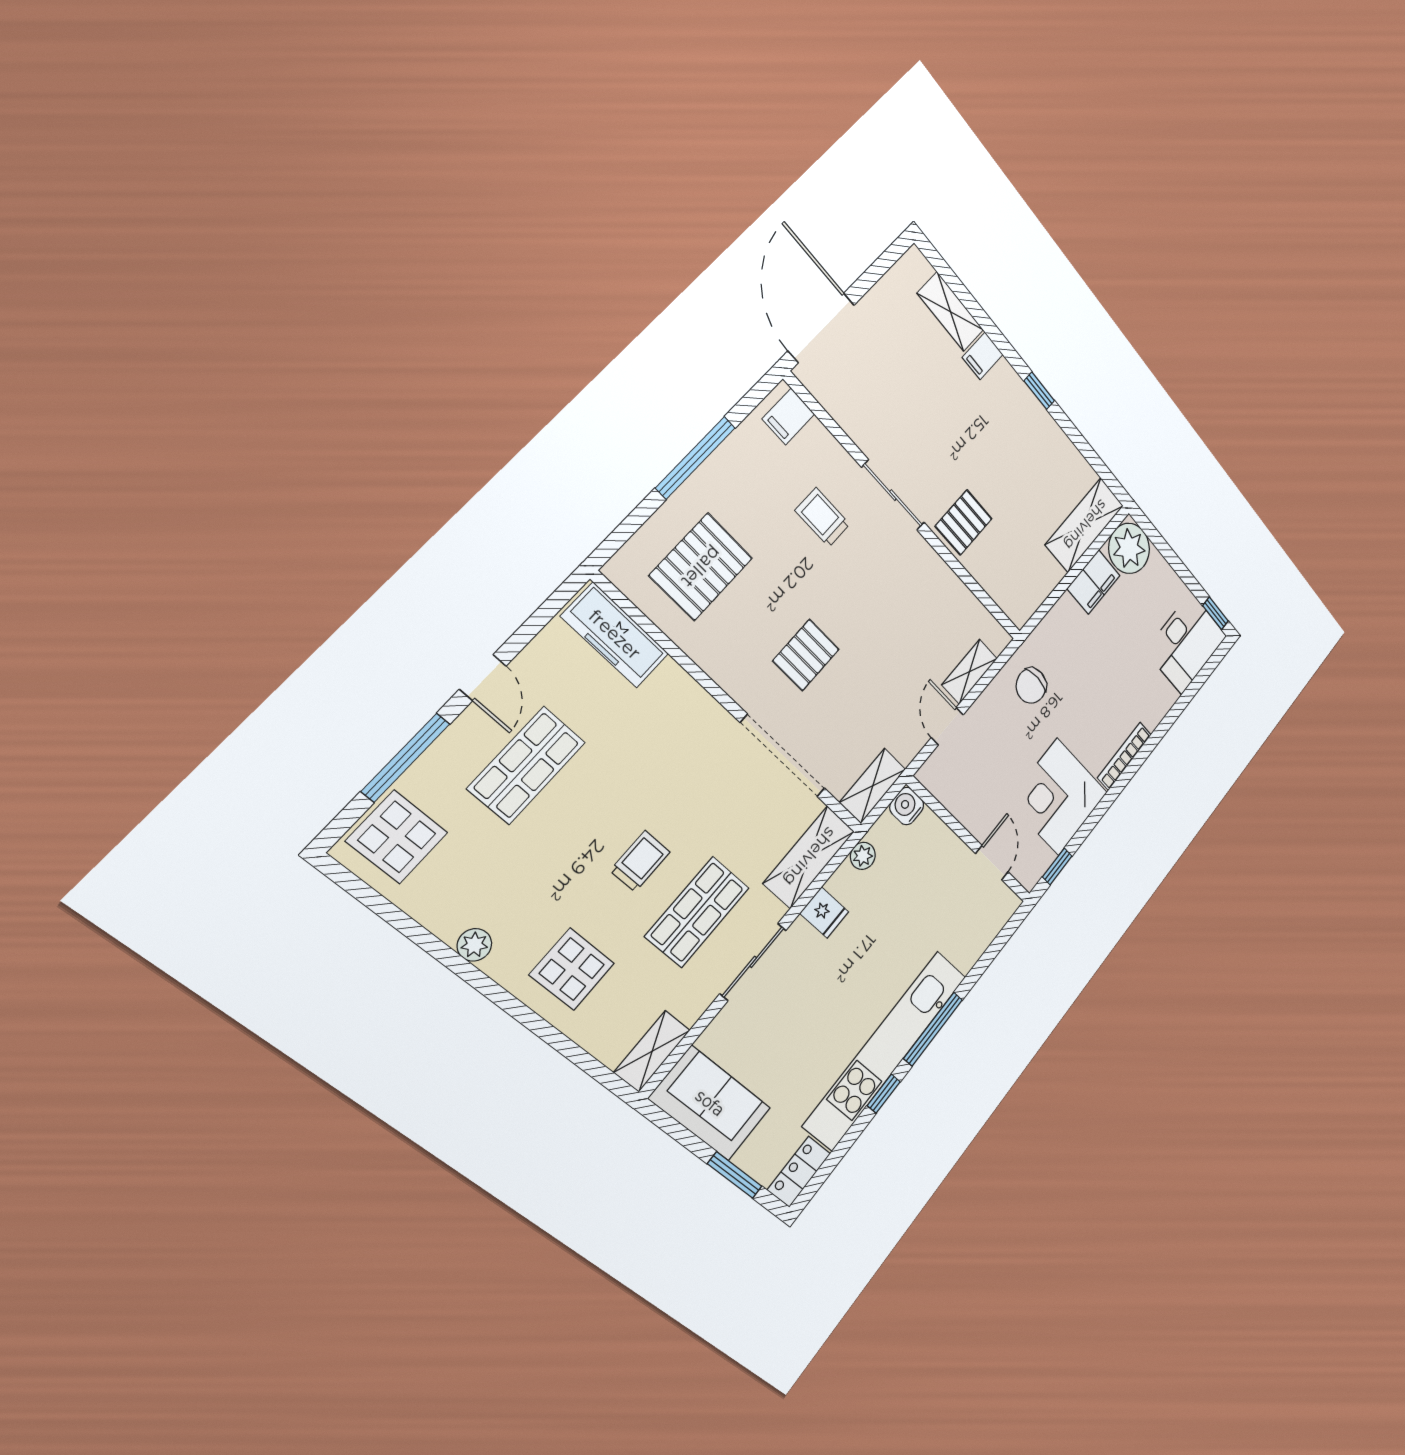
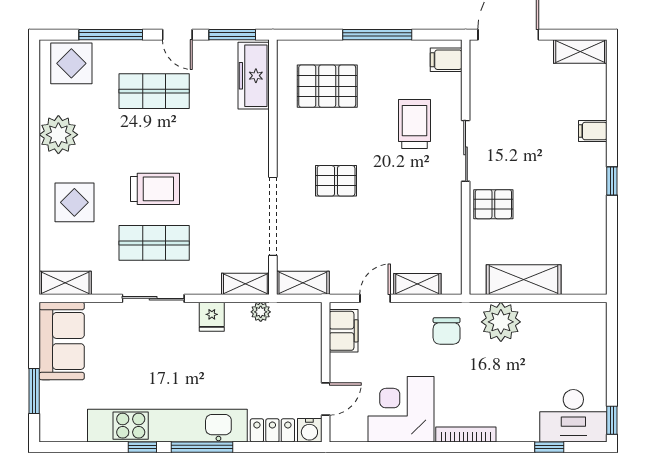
shelving: (951, 312) -> (580, 51), moved, turned 90
trolley: (822, 517) -> (415, 124), width x1.36, depth x1.39
shelving: (1085, 525) -> (524, 280), moved
plant: (1129, 548) -> (501, 322), moved
filing cabinet: (1094, 582) -> (344, 331), moved, turned -90
window: (544, 614) -> (232, 35), added
door: (483, 678) -> (177, 35), hinge flipped
chair: (1031, 686) -> (447, 331), turned -90
water cooler: (907, 806) -> (309, 430), moved, turned 180
shelving: (809, 857) -> (245, 284), width x0.67, depth x0.75
trolley: (640, 861) -> (155, 189), width x1.36, depth x1.39
window: (1057, 867) -> (549, 447), moved
plant: (474, 945) -> (58, 135), width x1.88, depth x1.88
locker: (799, 1172) -> (272, 430), moved

